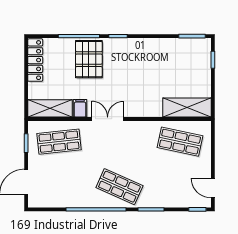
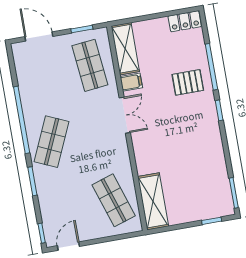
pallet: (89, 59) -> (188, 82), width x0.67, depth x0.71
locker: (35, 60) -> (185, 21), width x0.66
shop shelf: (180, 142) -> (114, 200), turned -30

